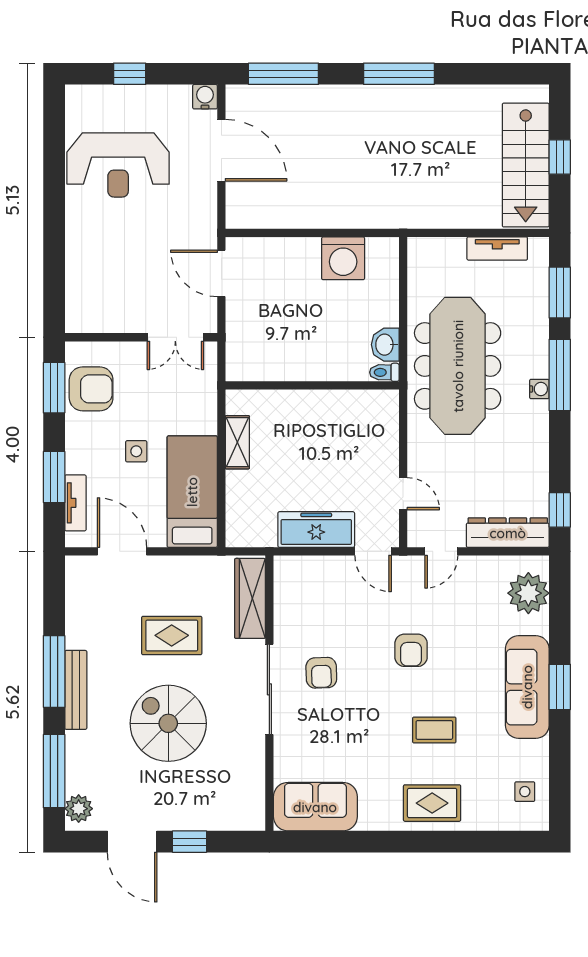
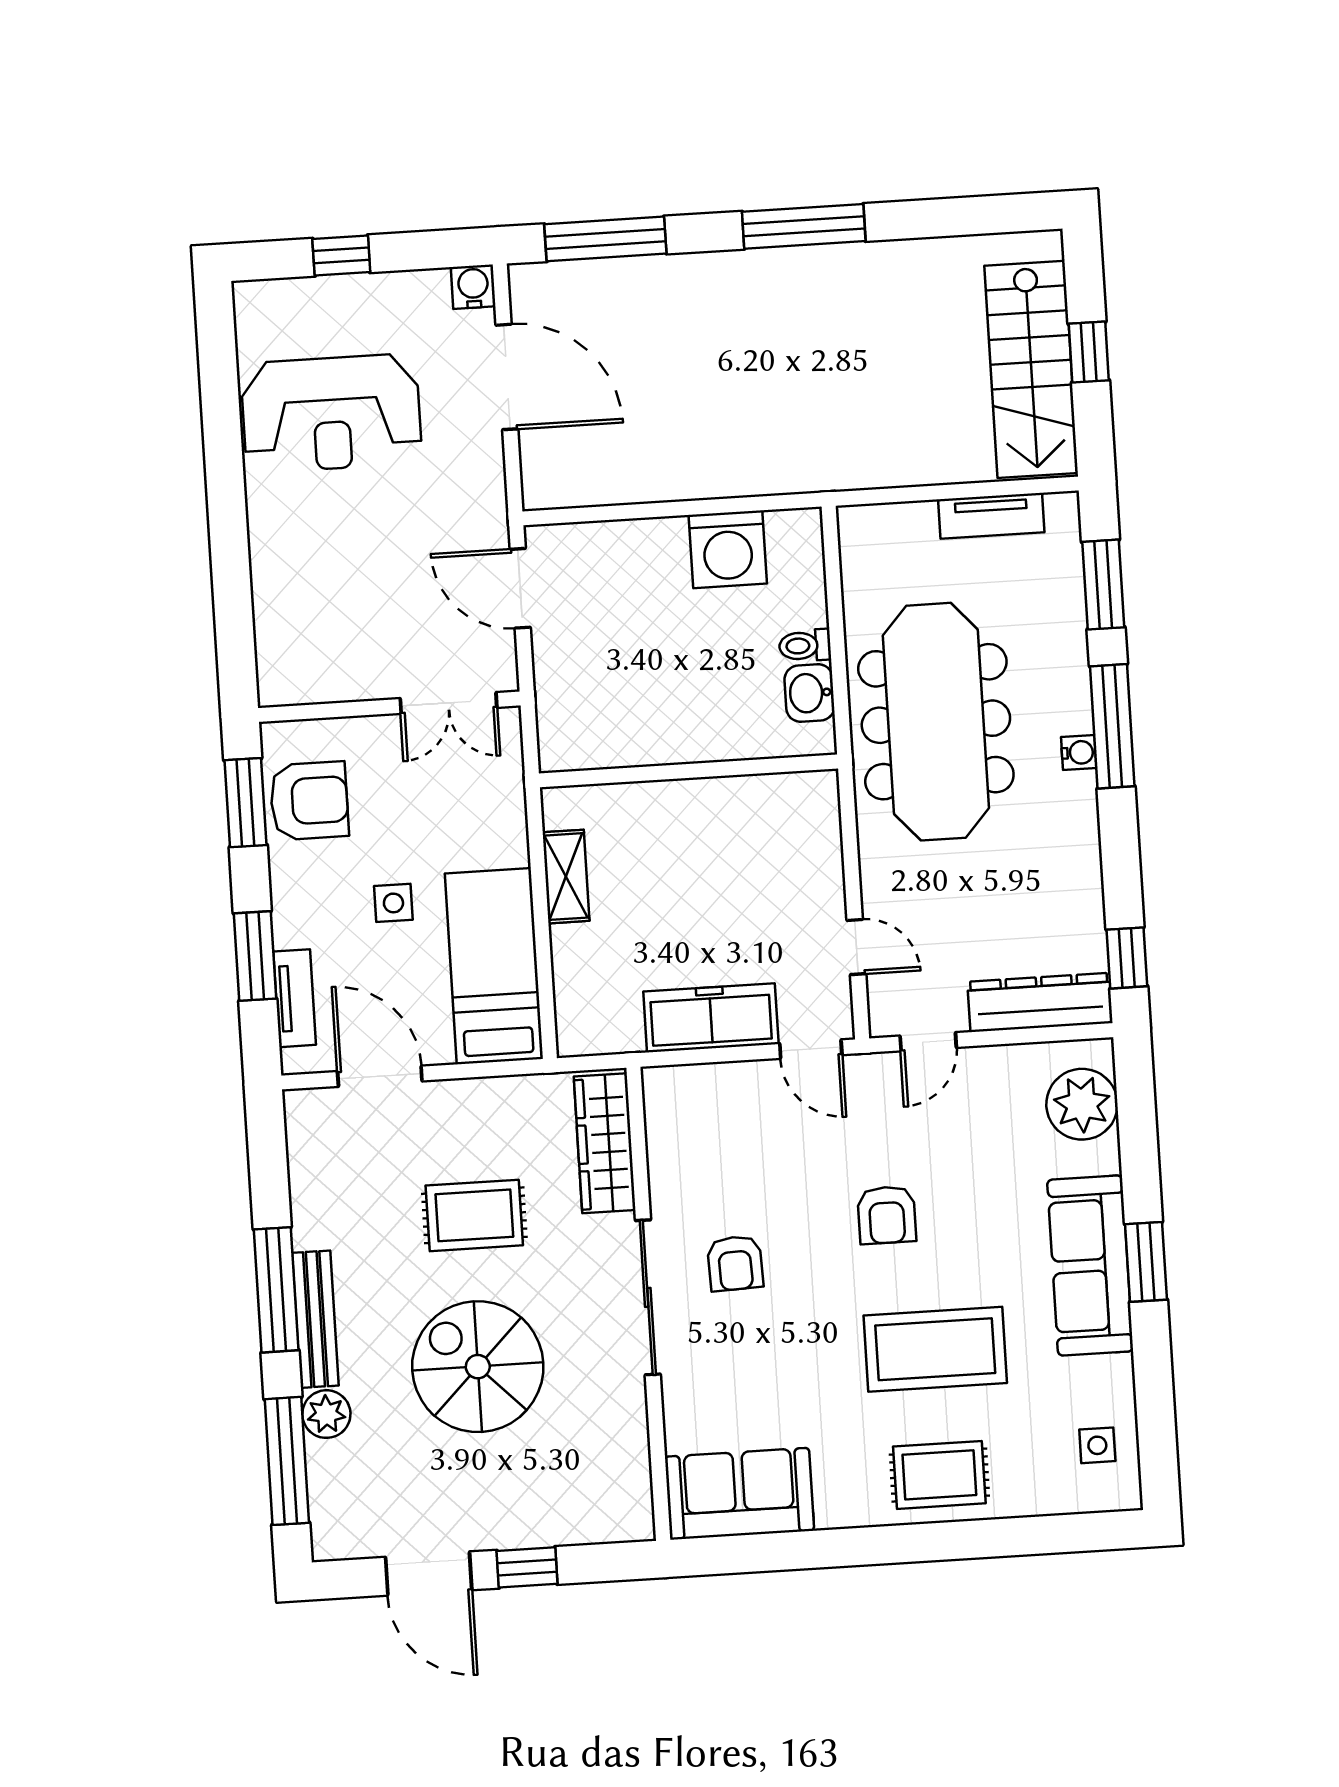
toilet: (384, 372) -> (805, 646), moved
coffee table: (434, 730) -> (935, 1349), width x1.86, depth x1.72
plant: (79, 809) -> (326, 1414), moved

